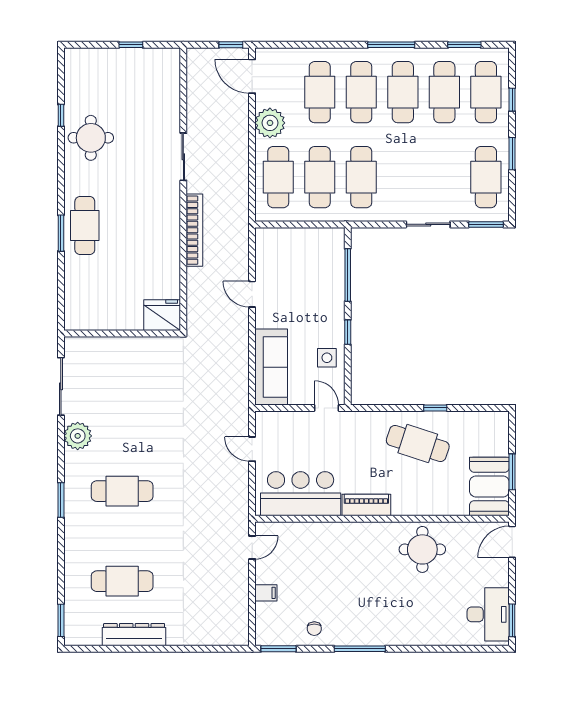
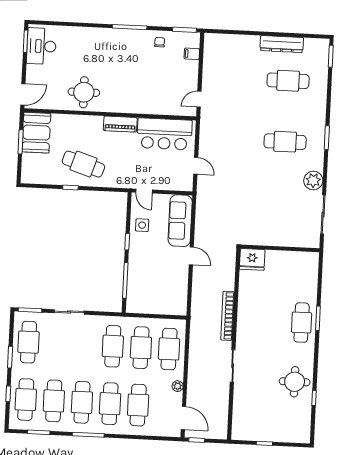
plant: (270, 123) -> (178, 386), width x0.53, depth x0.53
door: (252, 294) -> (191, 256), moved
filing cabinet: (266, 593) -> (192, 54), moved

